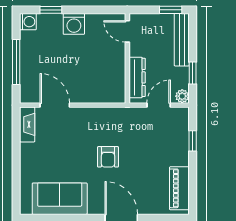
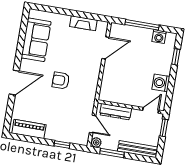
window: (171, 10) -> (164, 128), moved
washing machine: (28, 22) -> (159, 37), moved
washing machine: (74, 24) -> (161, 83), moved
window: (193, 73) -> (112, 153), width x1.50
fireplace: (27, 124) -> (83, 23), moved

